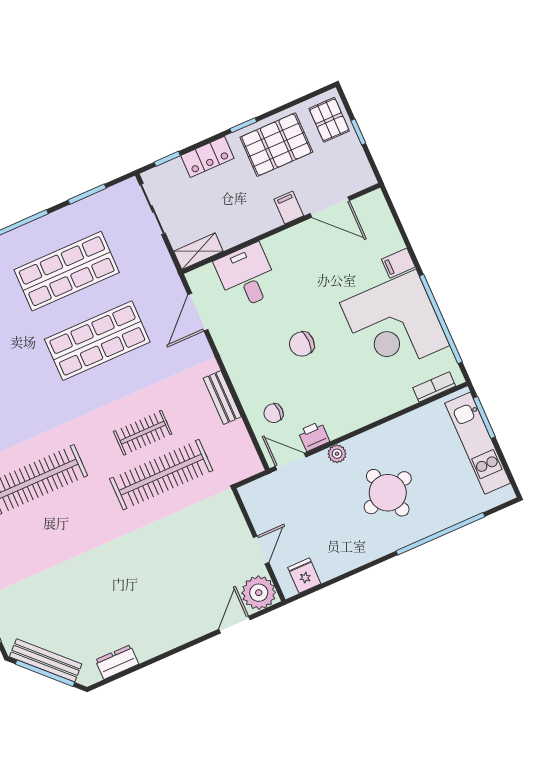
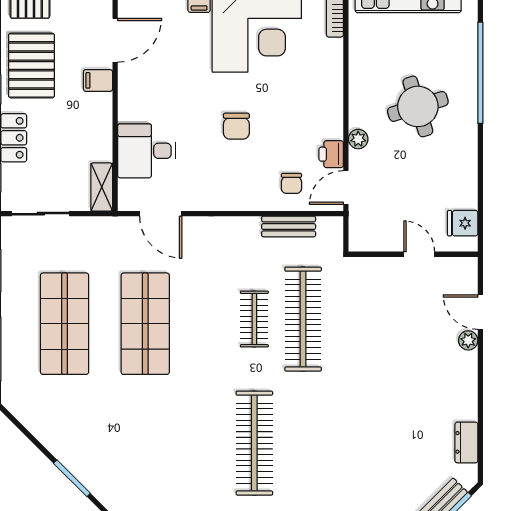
bench: (222, 397) -> (289, 226), moved
plant: (259, 593) -> (468, 340), moved, width x0.53, depth x0.53

